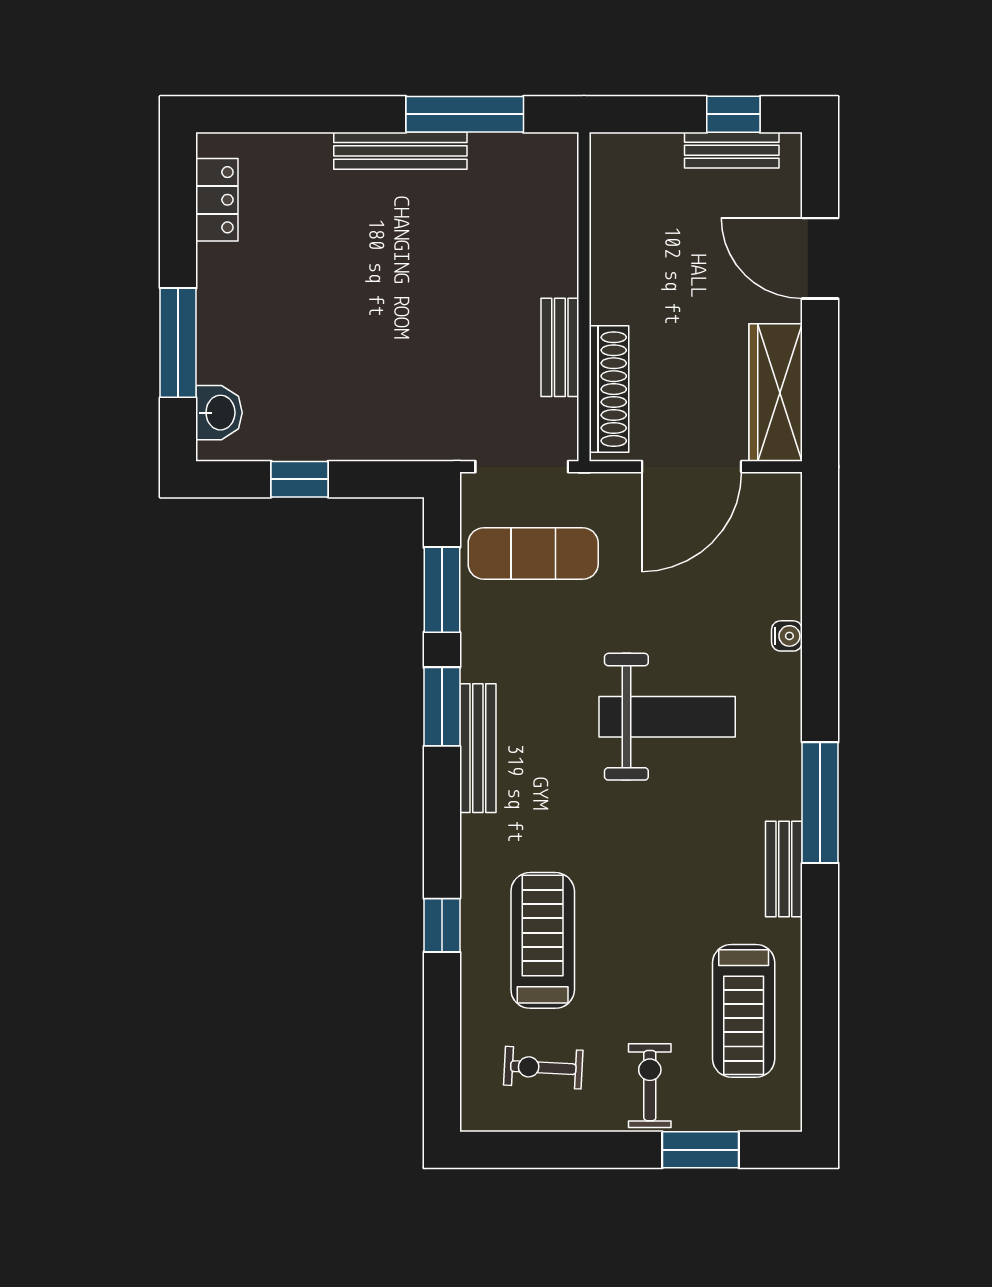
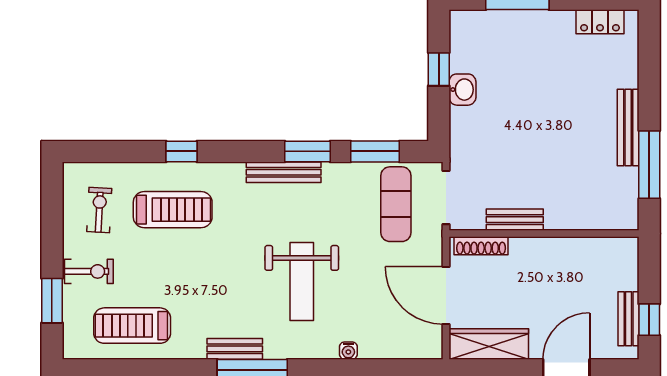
shoe rack: (609, 389) -> (481, 246), width x0.74, depth x0.81
washbasin: (219, 413) -> (462, 90), moved, turned -90
bench: (784, 869) -> (235, 349), moved

